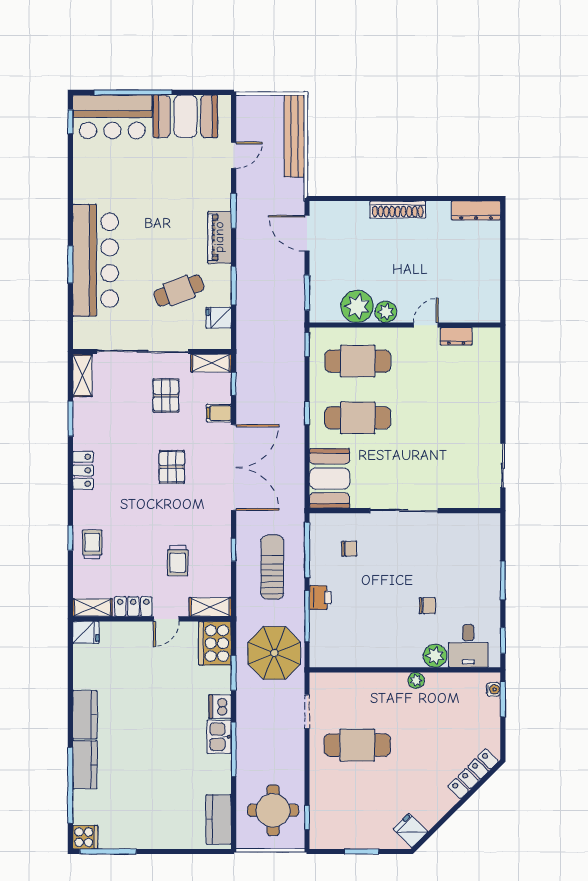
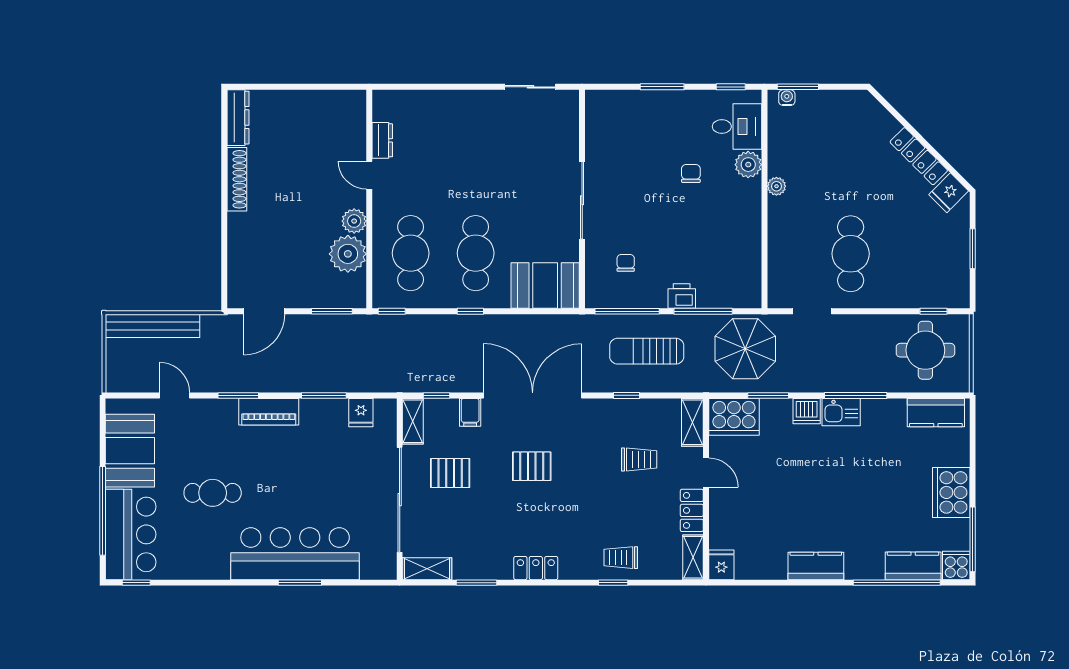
shoe rack: (398, 210) -> (237, 179), moved
cafe table: (179, 290) -> (213, 493), moved, turned -69
kitchen counter: (85, 765) -> (913, 566), moved
locker: (473, 774) -> (919, 156), moved
cooker: (149, 833) -> (951, 492), added

